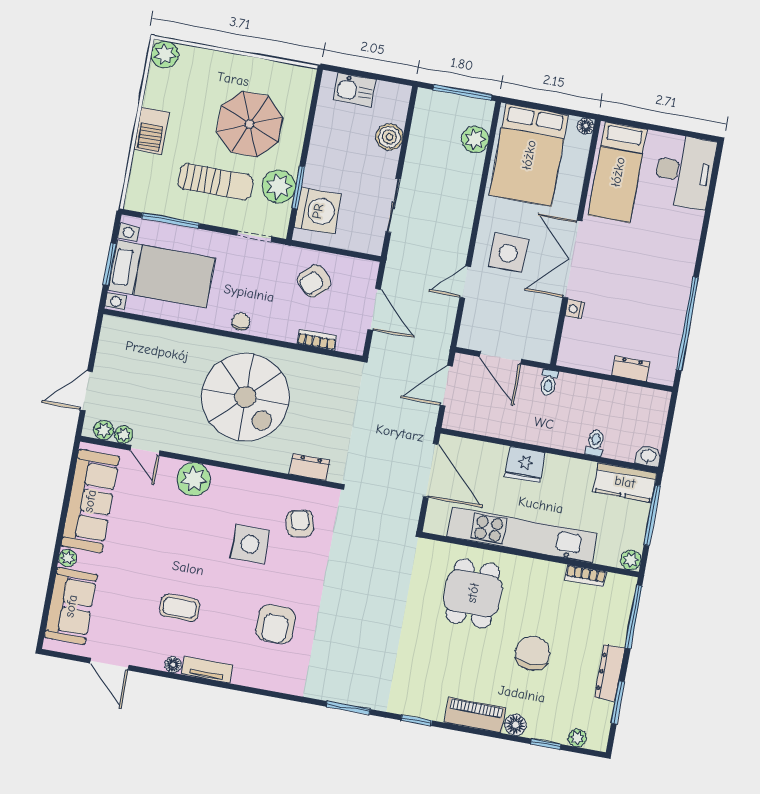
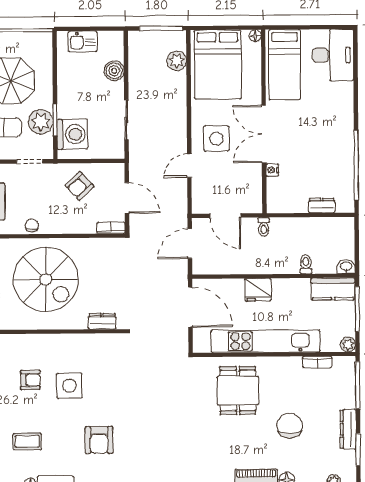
bookcase: (317, 340) -> (111, 228), moved
plant: (194, 479) -> (19, 346), removed
armchair: (300, 523) -> (30, 380), moved, turned 103

